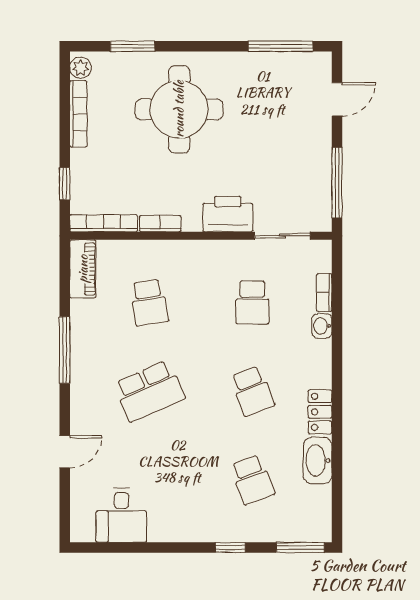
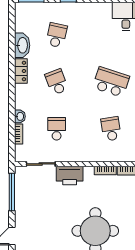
school desk: (149, 391) -> (111, 82), turned 42
school desk: (252, 480) -> (57, 35), turned 33

